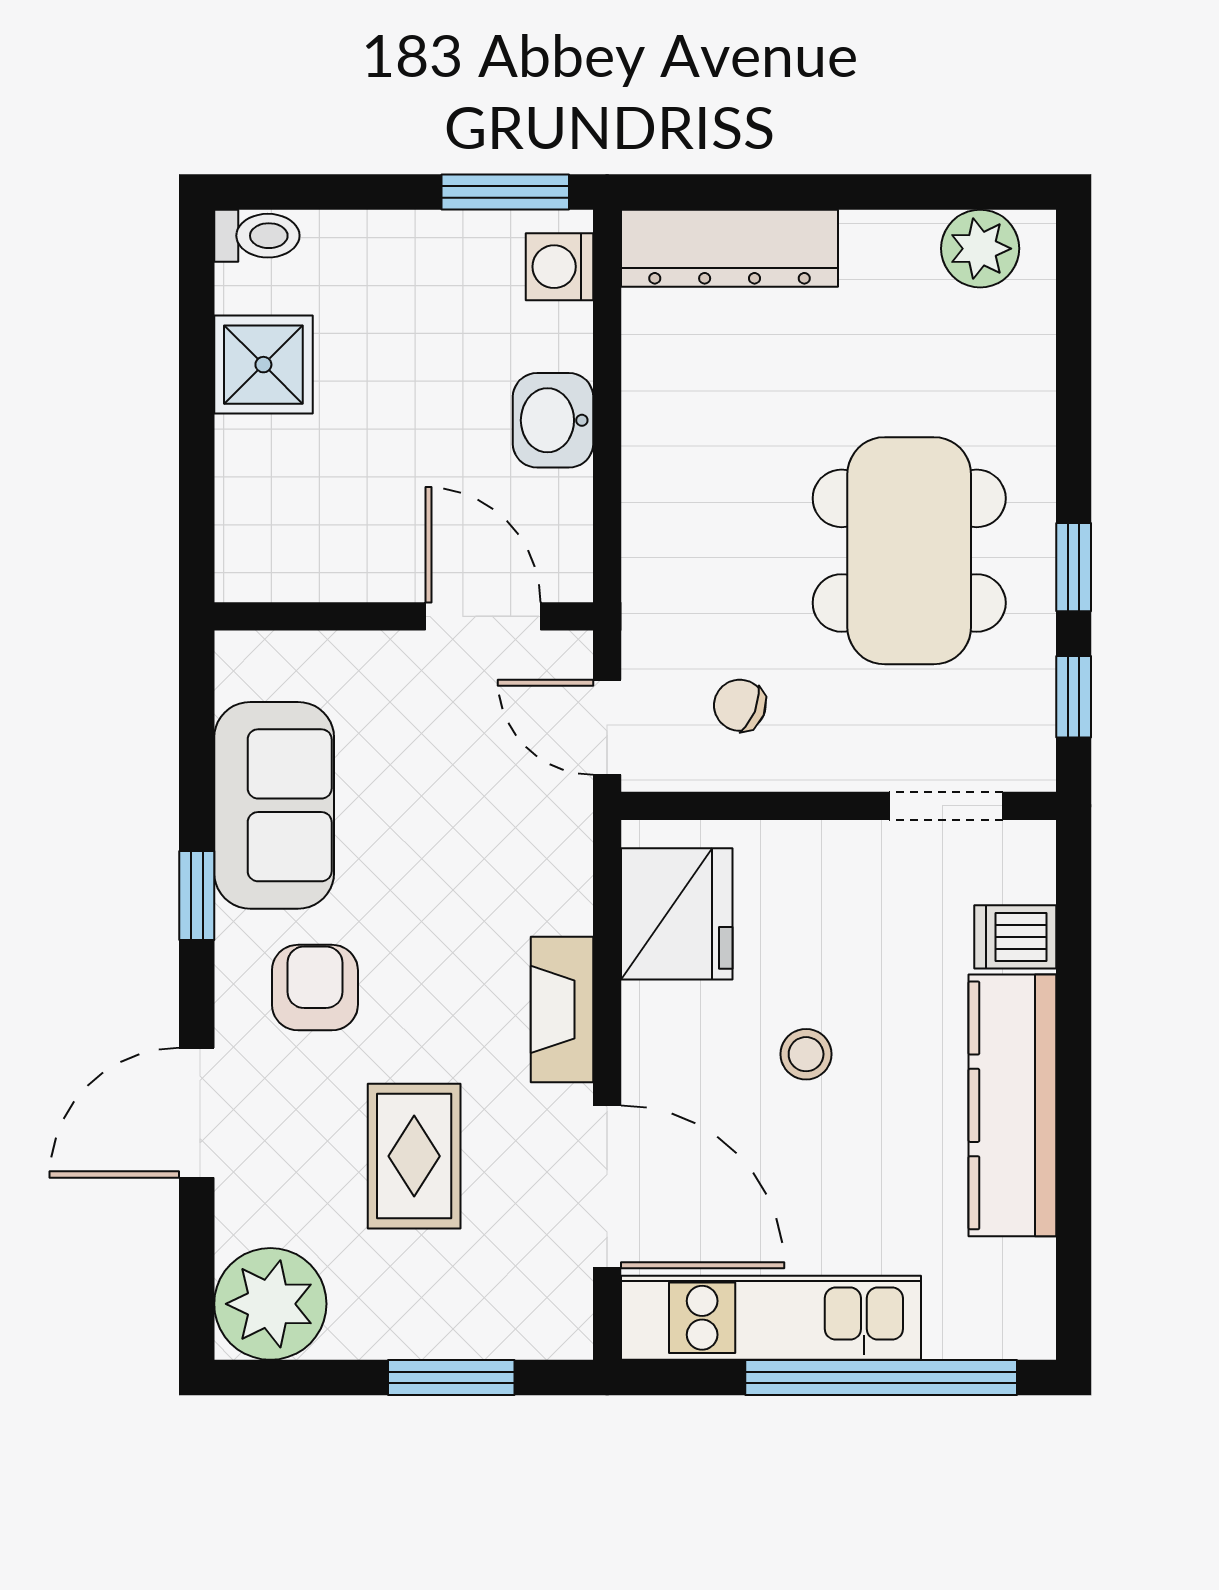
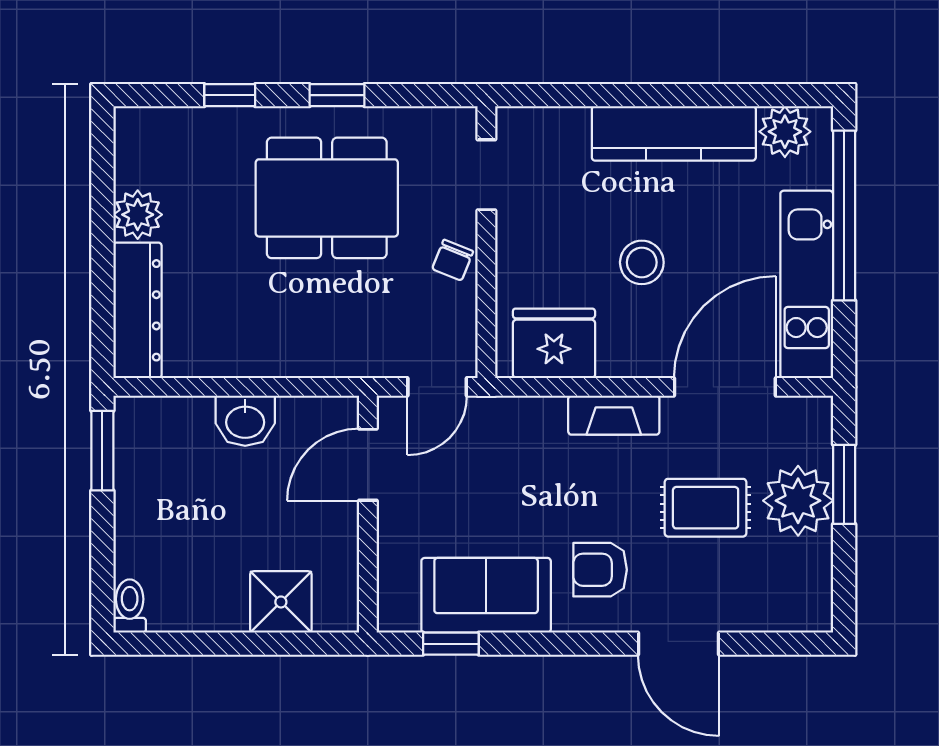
plant: (980, 249) -> (138, 215), moved
washing machine: (559, 267) -> (149, 417), removed
shower: (263, 365) -> (281, 602), moved
window: (1074, 697) -> (230, 95), moved
chair: (740, 705) -> (453, 260), moved
window: (197, 896) -> (451, 644), moved
dishwasher: (1015, 937) -> (568, 132), removed
stool: (806, 1054) -> (642, 262), width x1.37, depth x1.37
plant: (1015, 1283) -> (785, 132), added
plant: (270, 1304) -> (798, 501), moved

